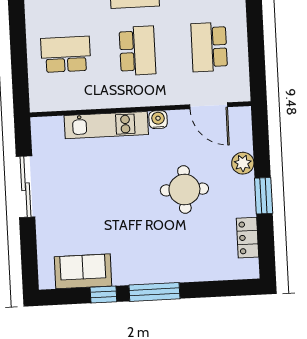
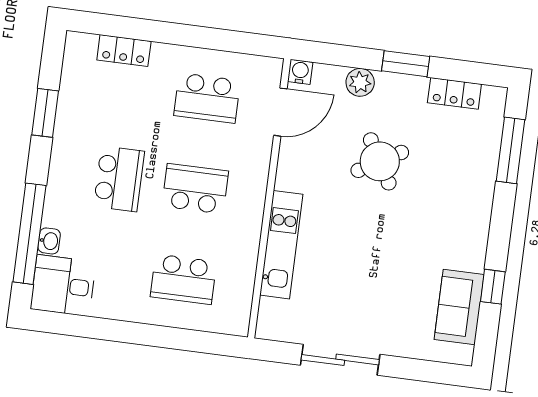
school desk: (66, 54) -> (183, 279), turned -90
water cooler: (158, 120) -> (300, 72), moved, turned 90
round table: (184, 190) -> (380, 161), turned -30
window: (154, 292) -> (511, 150), moved

